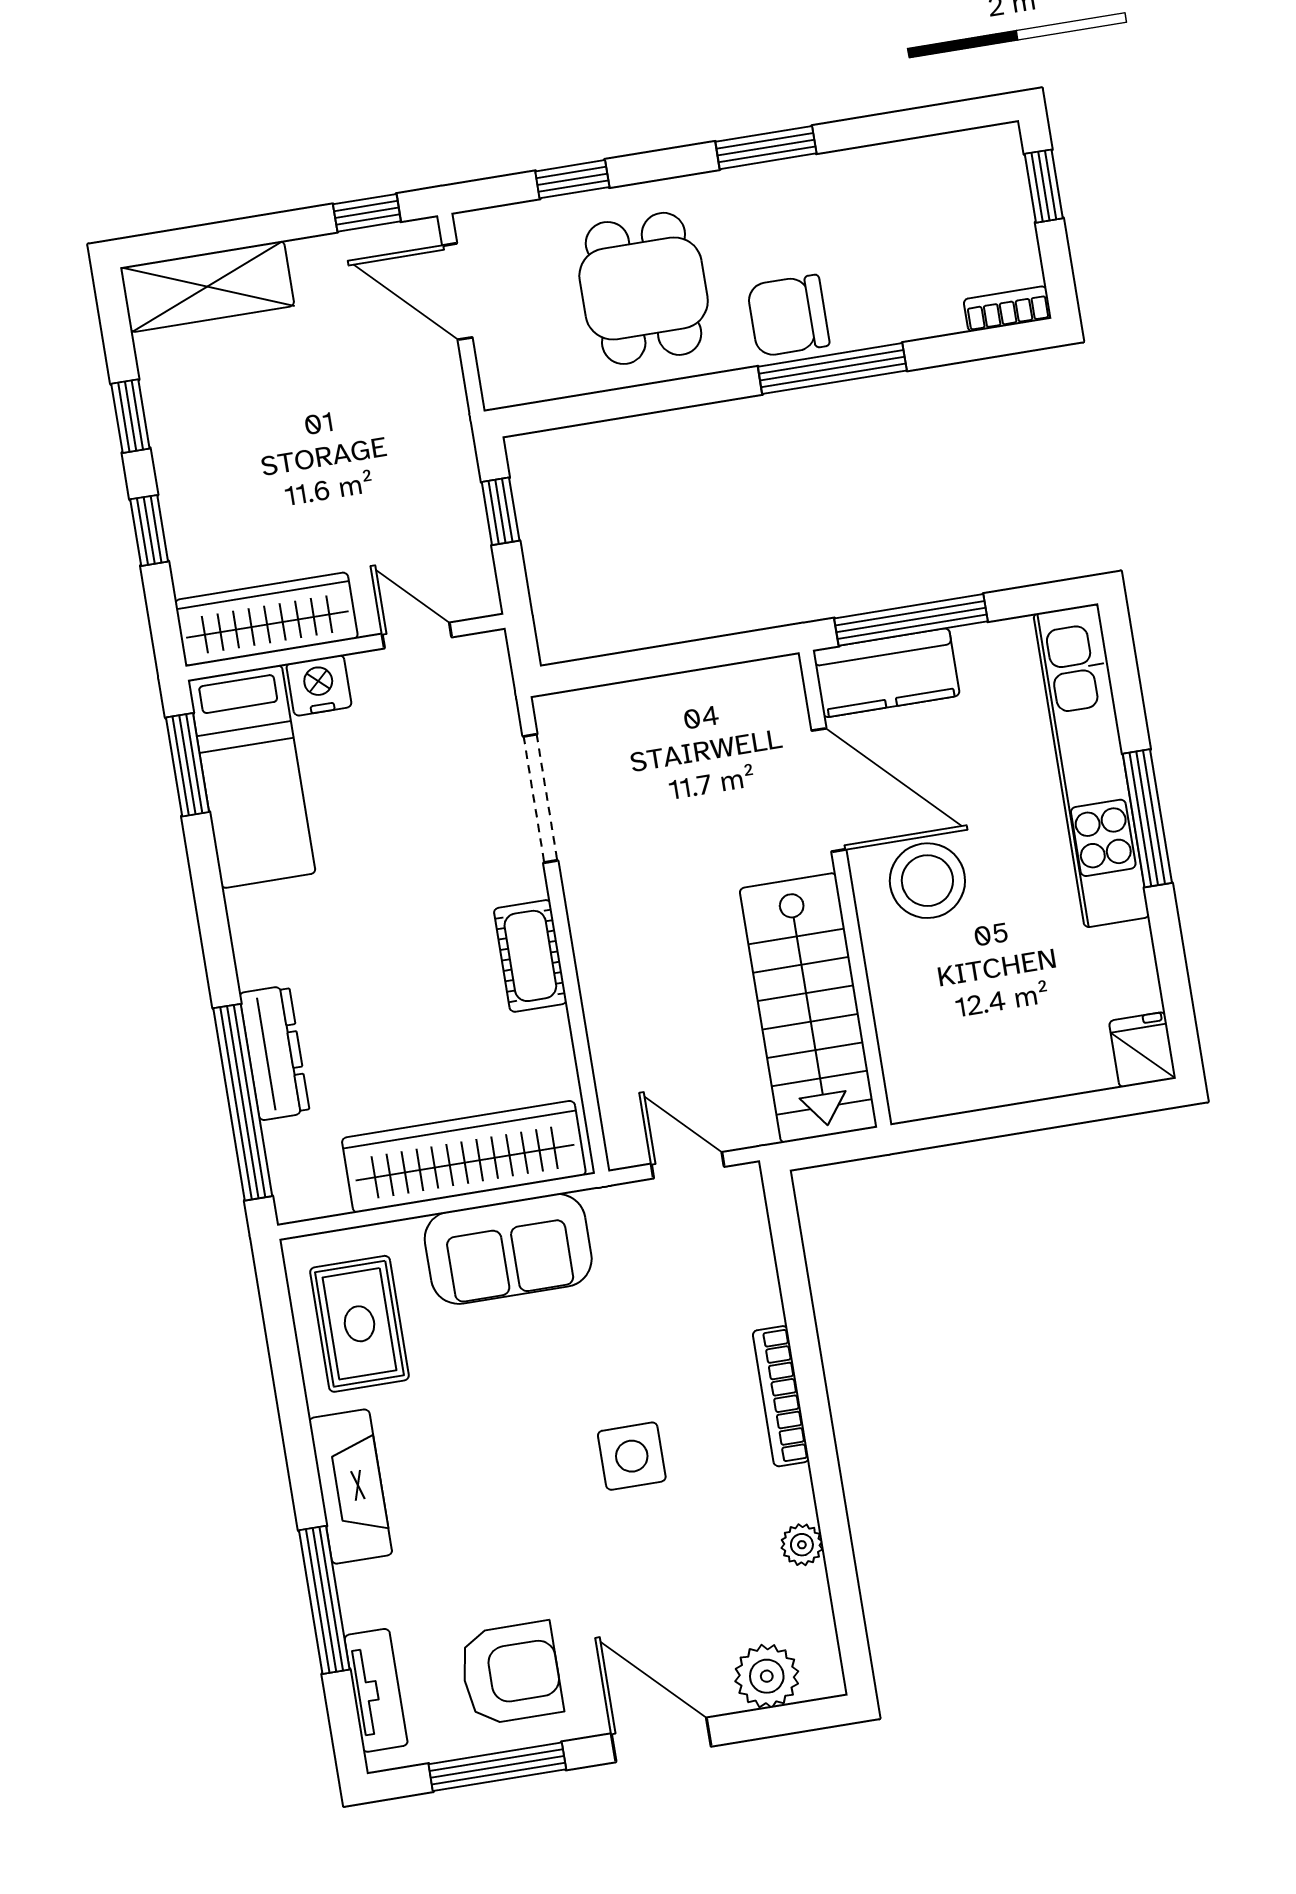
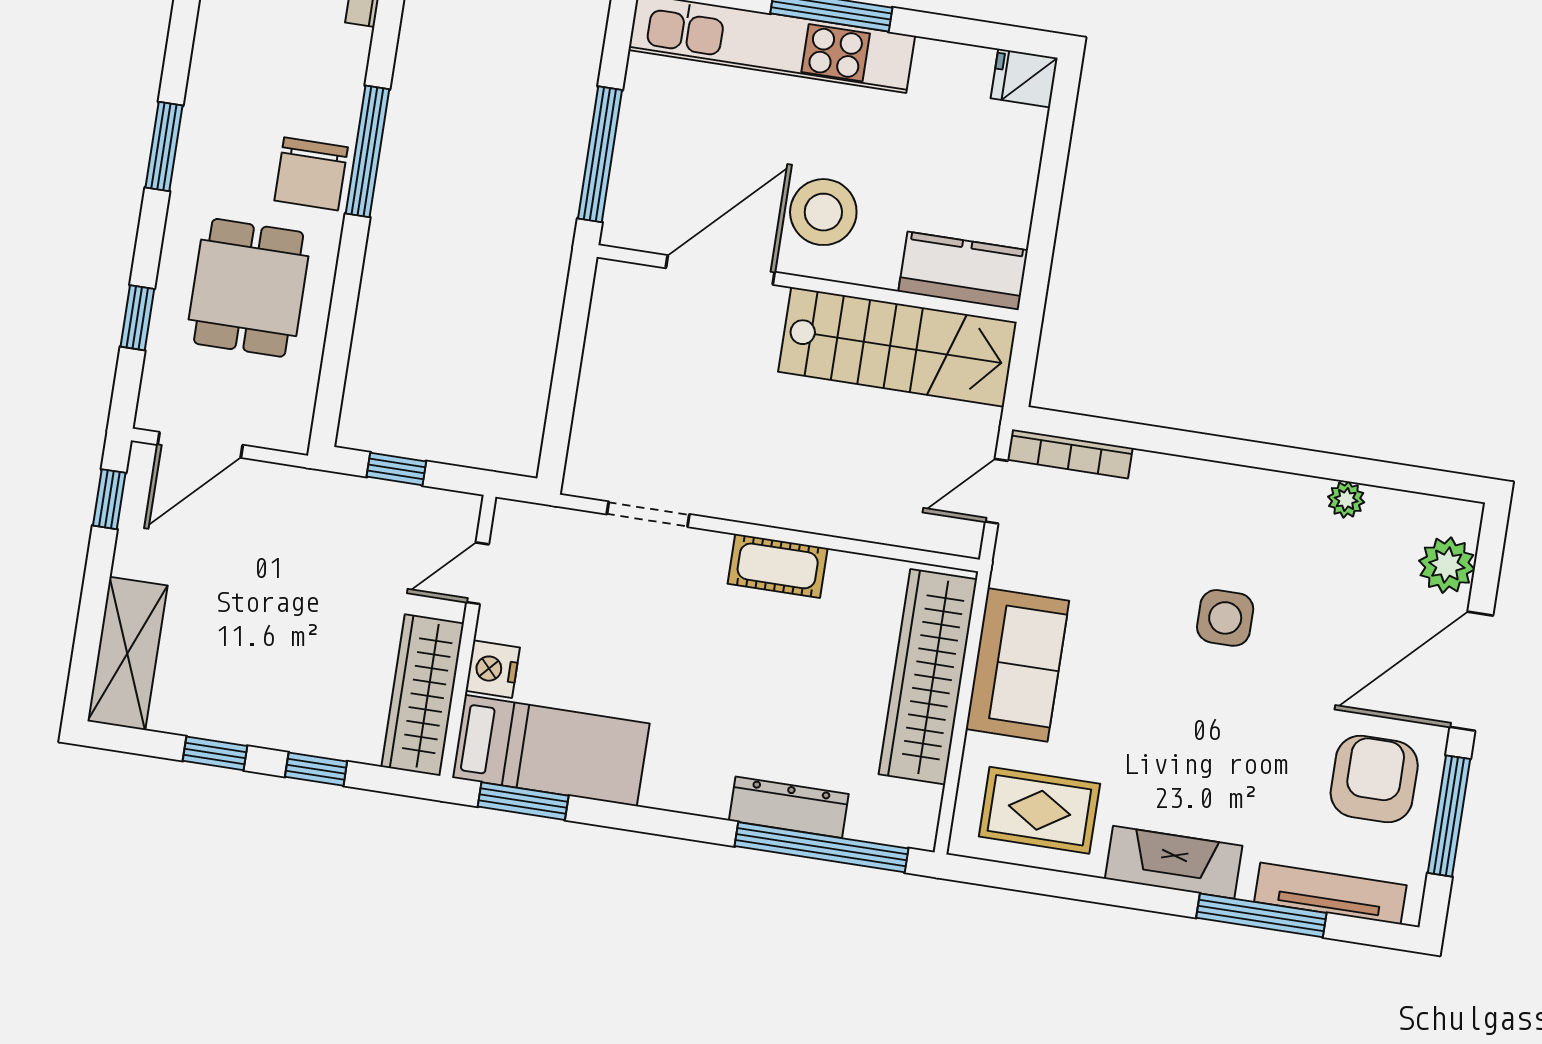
dining table: (644, 288) -> (249, 288), turned 90
kitchen counter: (886, 673) -> (963, 271), moved, turned -90
doorway: (540, 798) -> (648, 514), width x0.73
bookcase: (781, 1396) -> (1070, 454), moved
tv unit: (376, 1690) -> (1330, 894), width x1.41
door: (661, 1740) -> (1471, 671), width x1.36

